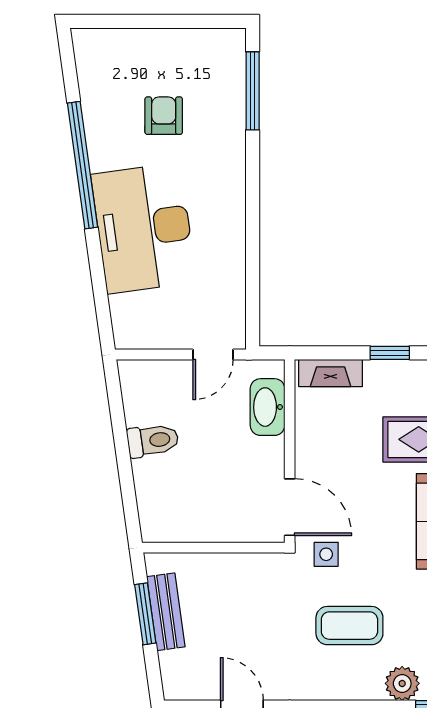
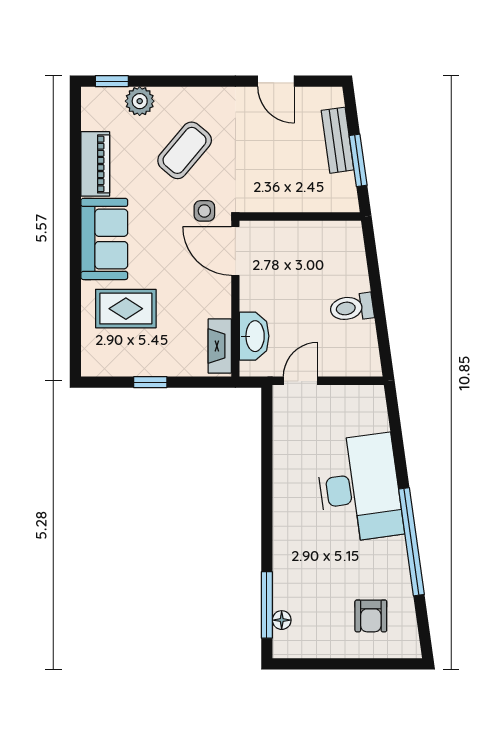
floor lamp: (235, 73) -> (282, 620), added
armchair: (164, 116) -> (371, 616), moved
fireplace: (331, 373) -> (220, 346), moved, turned -90
bench: (166, 612) -> (338, 140), moved
coffee table: (349, 626) -> (185, 150), turned -50

